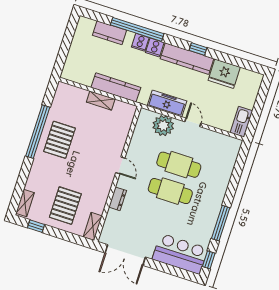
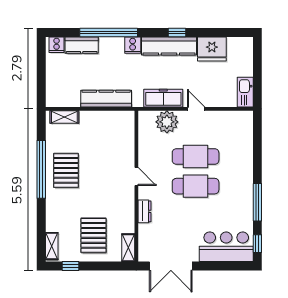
cooker: (140, 42) -> (57, 45), moved
shelving: (101, 101) -> (64, 117), moved

